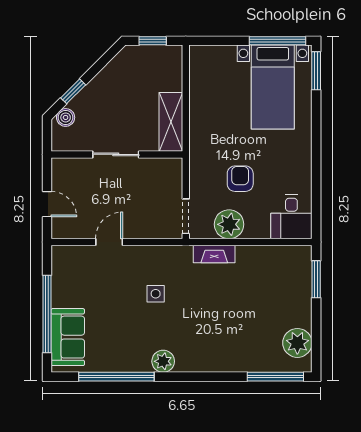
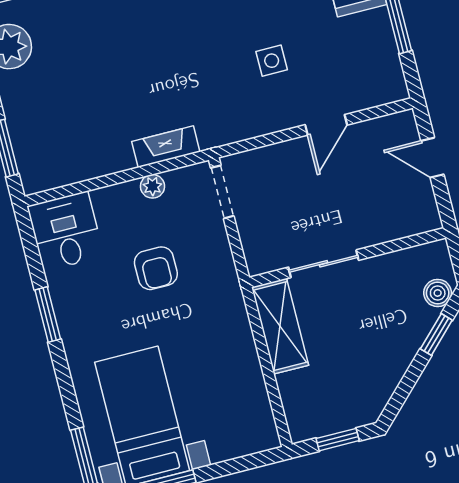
sliding door: (116, 154) -> (324, 264), moved
window: (316, 167) -> (48, 314), added
plant: (229, 224) -> (153, 186), width x0.53, depth x0.53
side table: (156, 294) -> (272, 61), moved

